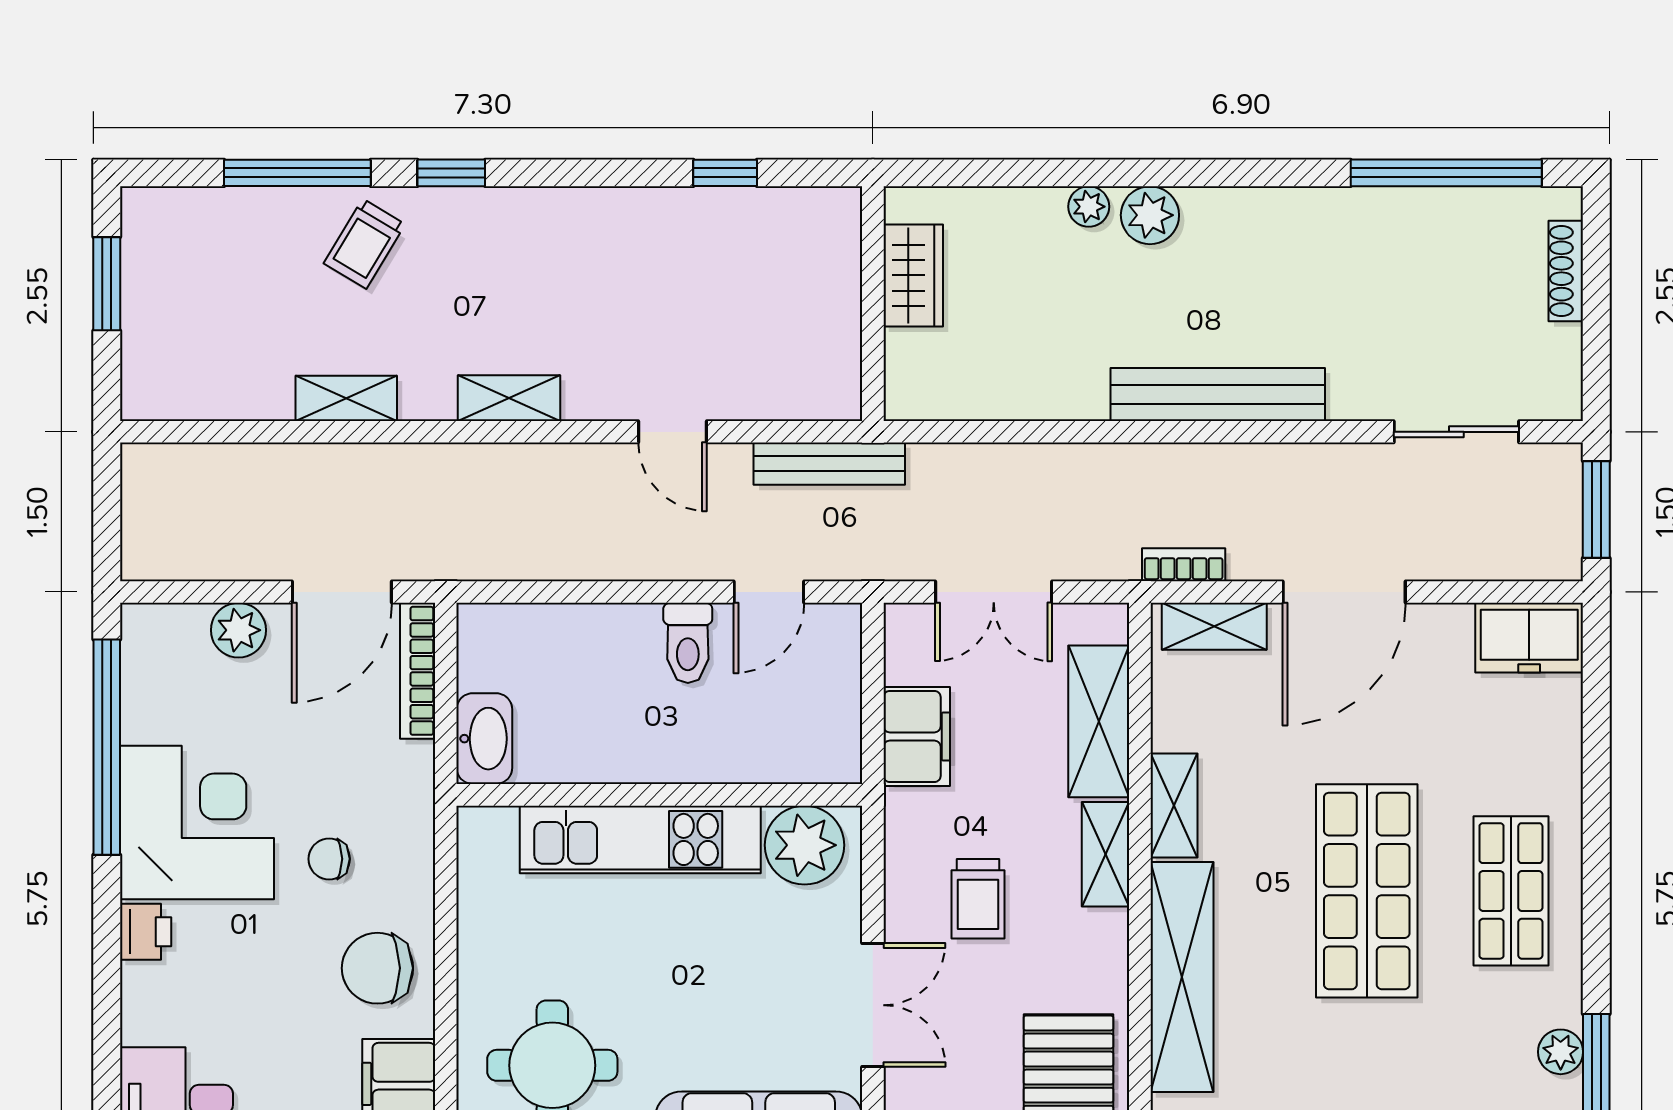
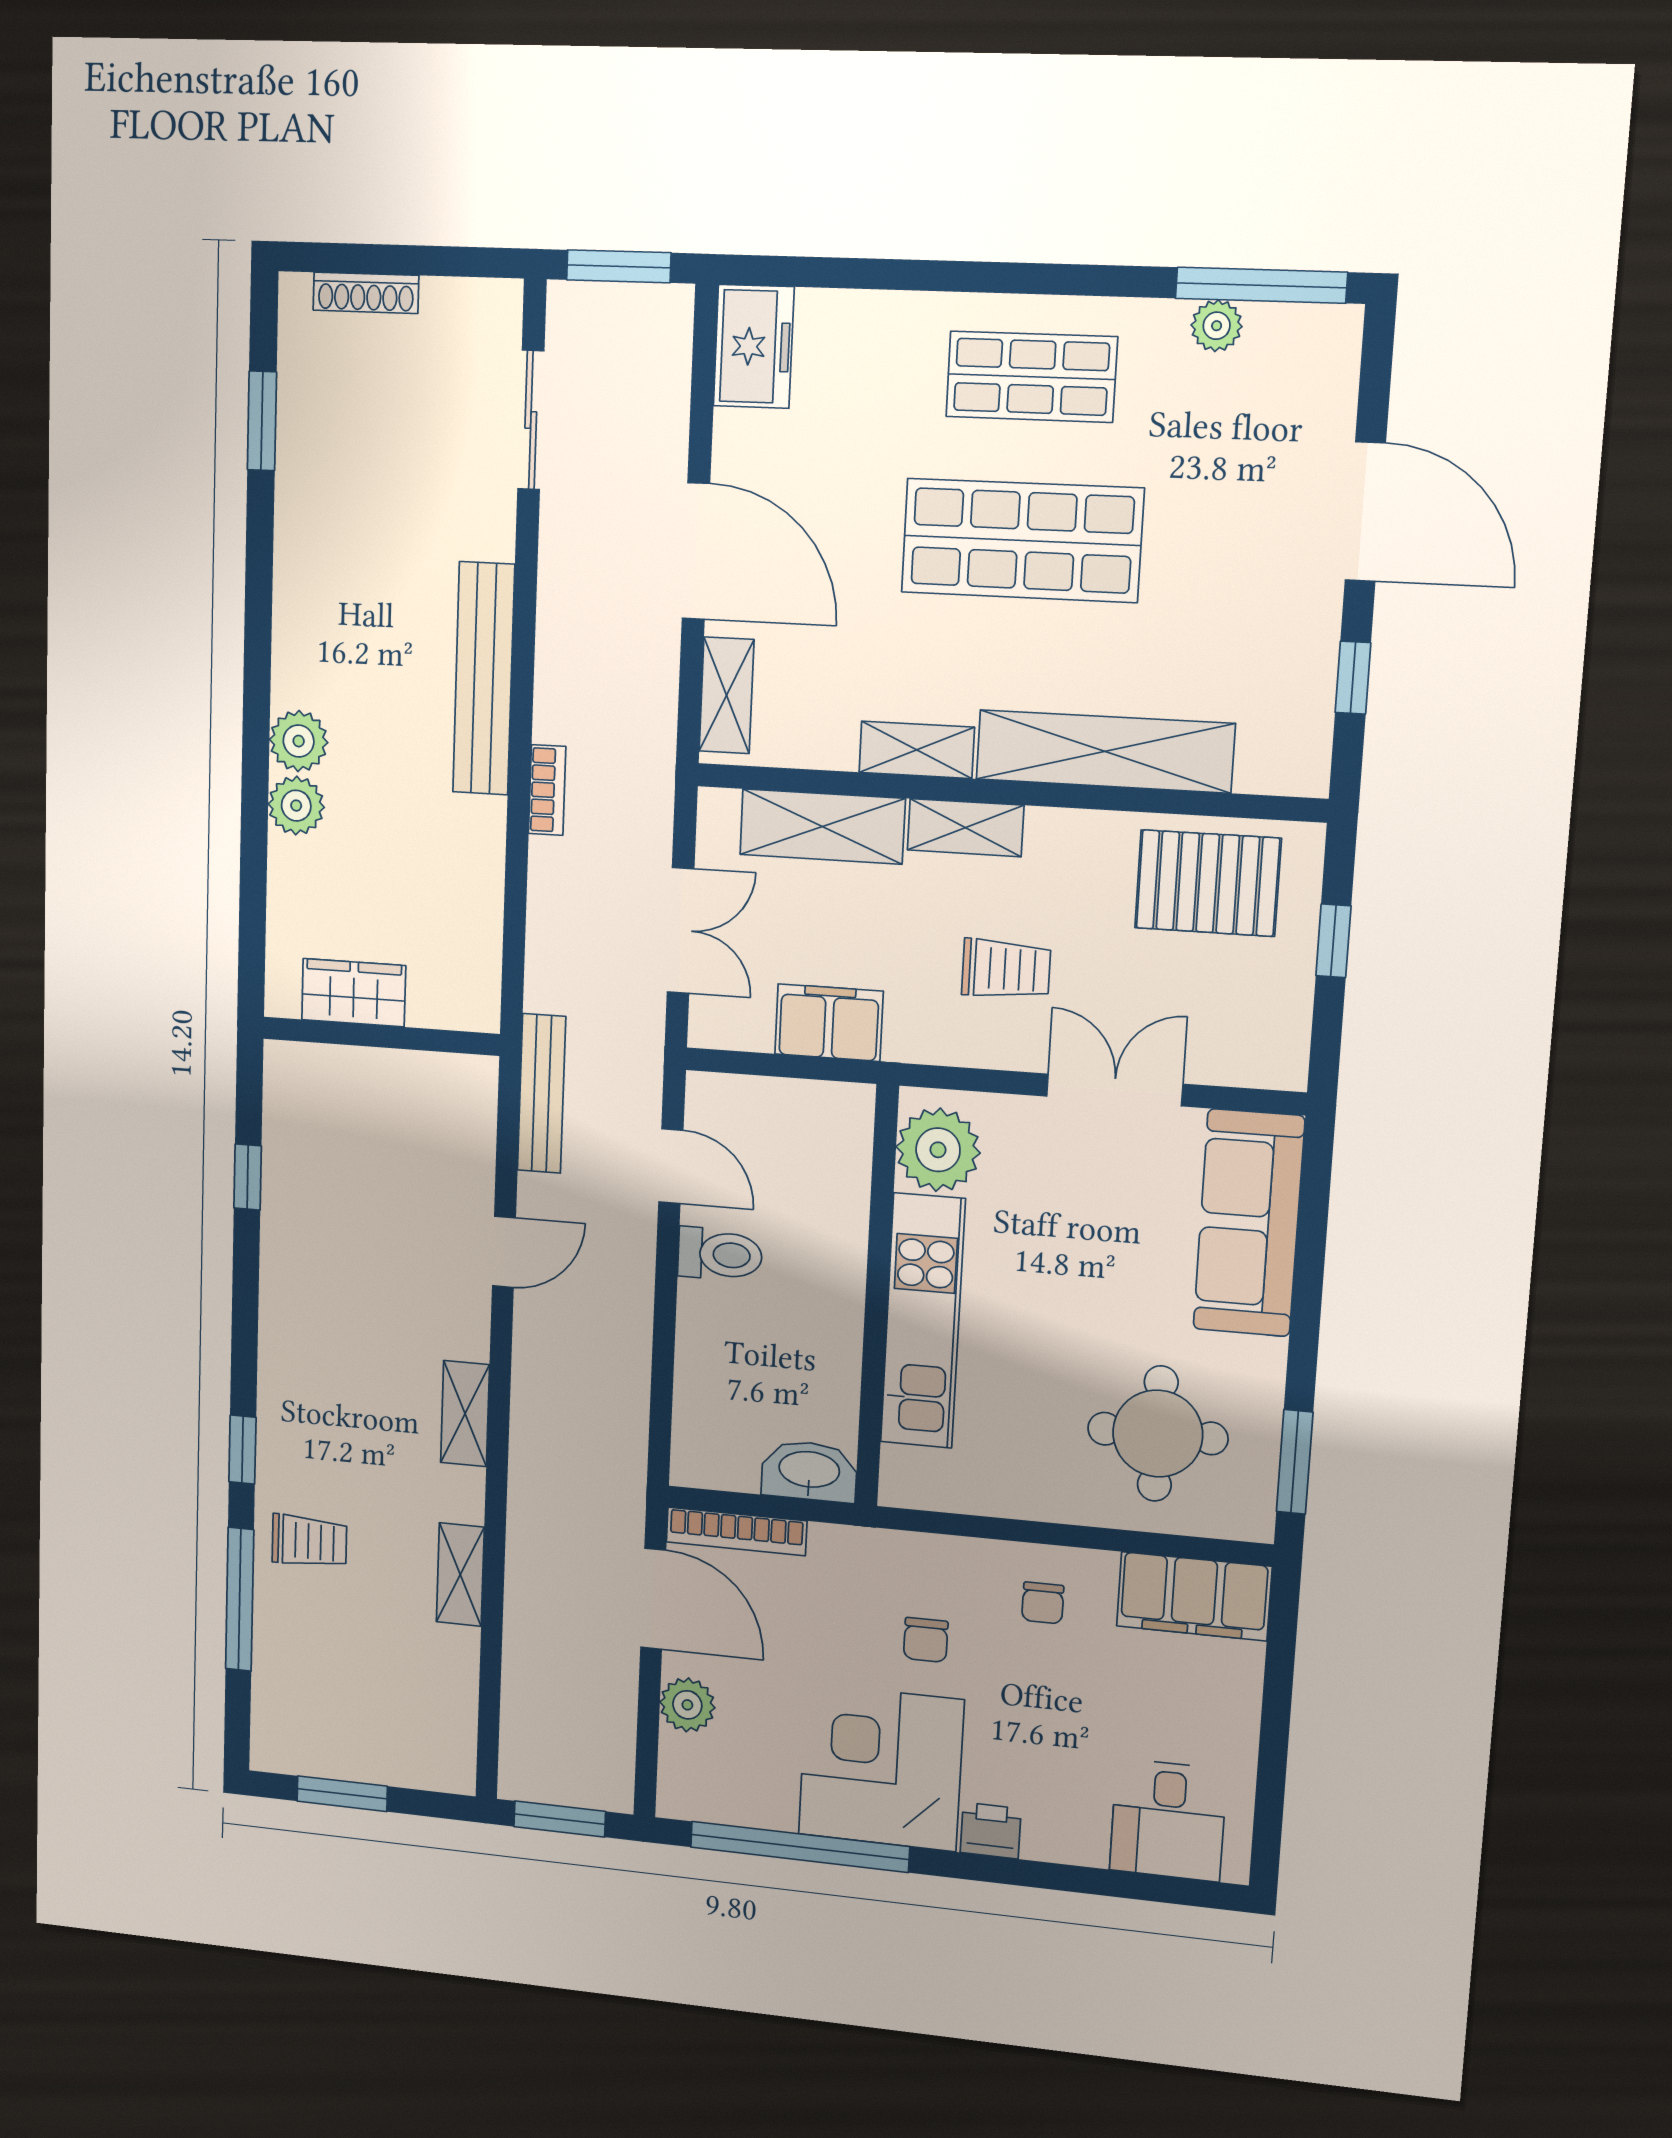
window: (1446, 173) -> (262, 421), width x0.47
plant: (1089, 207) -> (296, 806), width x1.38, depth x1.38
trolley: (364, 244) -> (309, 1541), turned -31
window: (107, 507) -> (560, 1819), added
bookcase: (1184, 565) -> (547, 790), moved, turned 180
chair: (377, 968) -> (1043, 1603), width x0.54, depth x0.54

